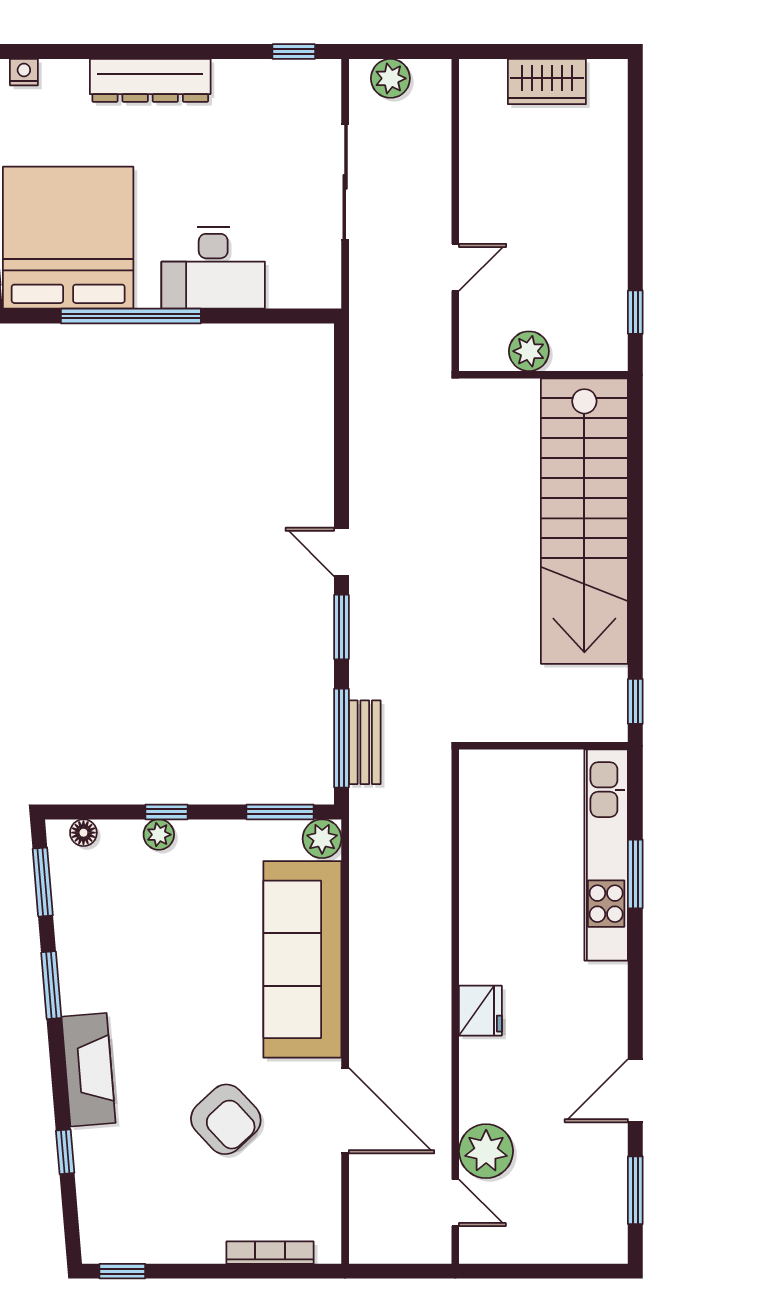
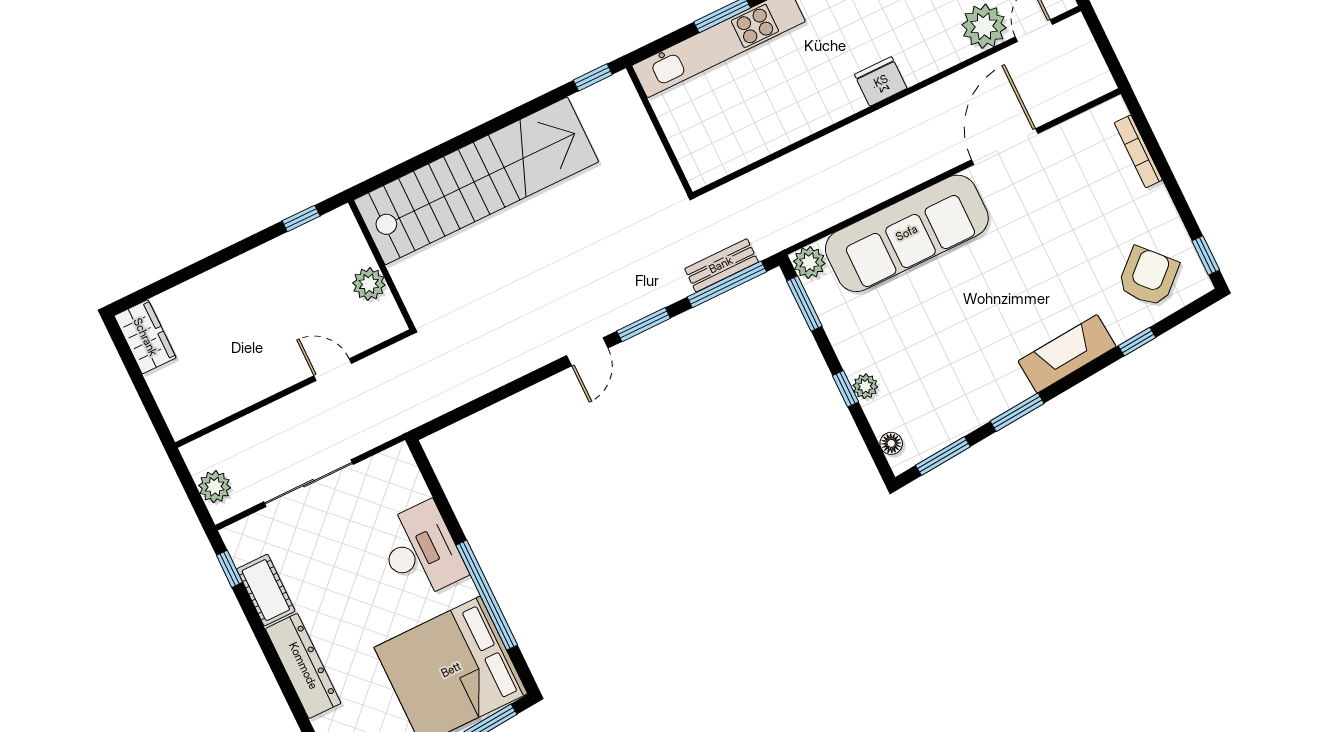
cot: (252, 80) -> (266, 590), added
wardrobe: (547, 82) -> (145, 337), moved
armchair: (226, 1119) -> (1148, 277), moved

